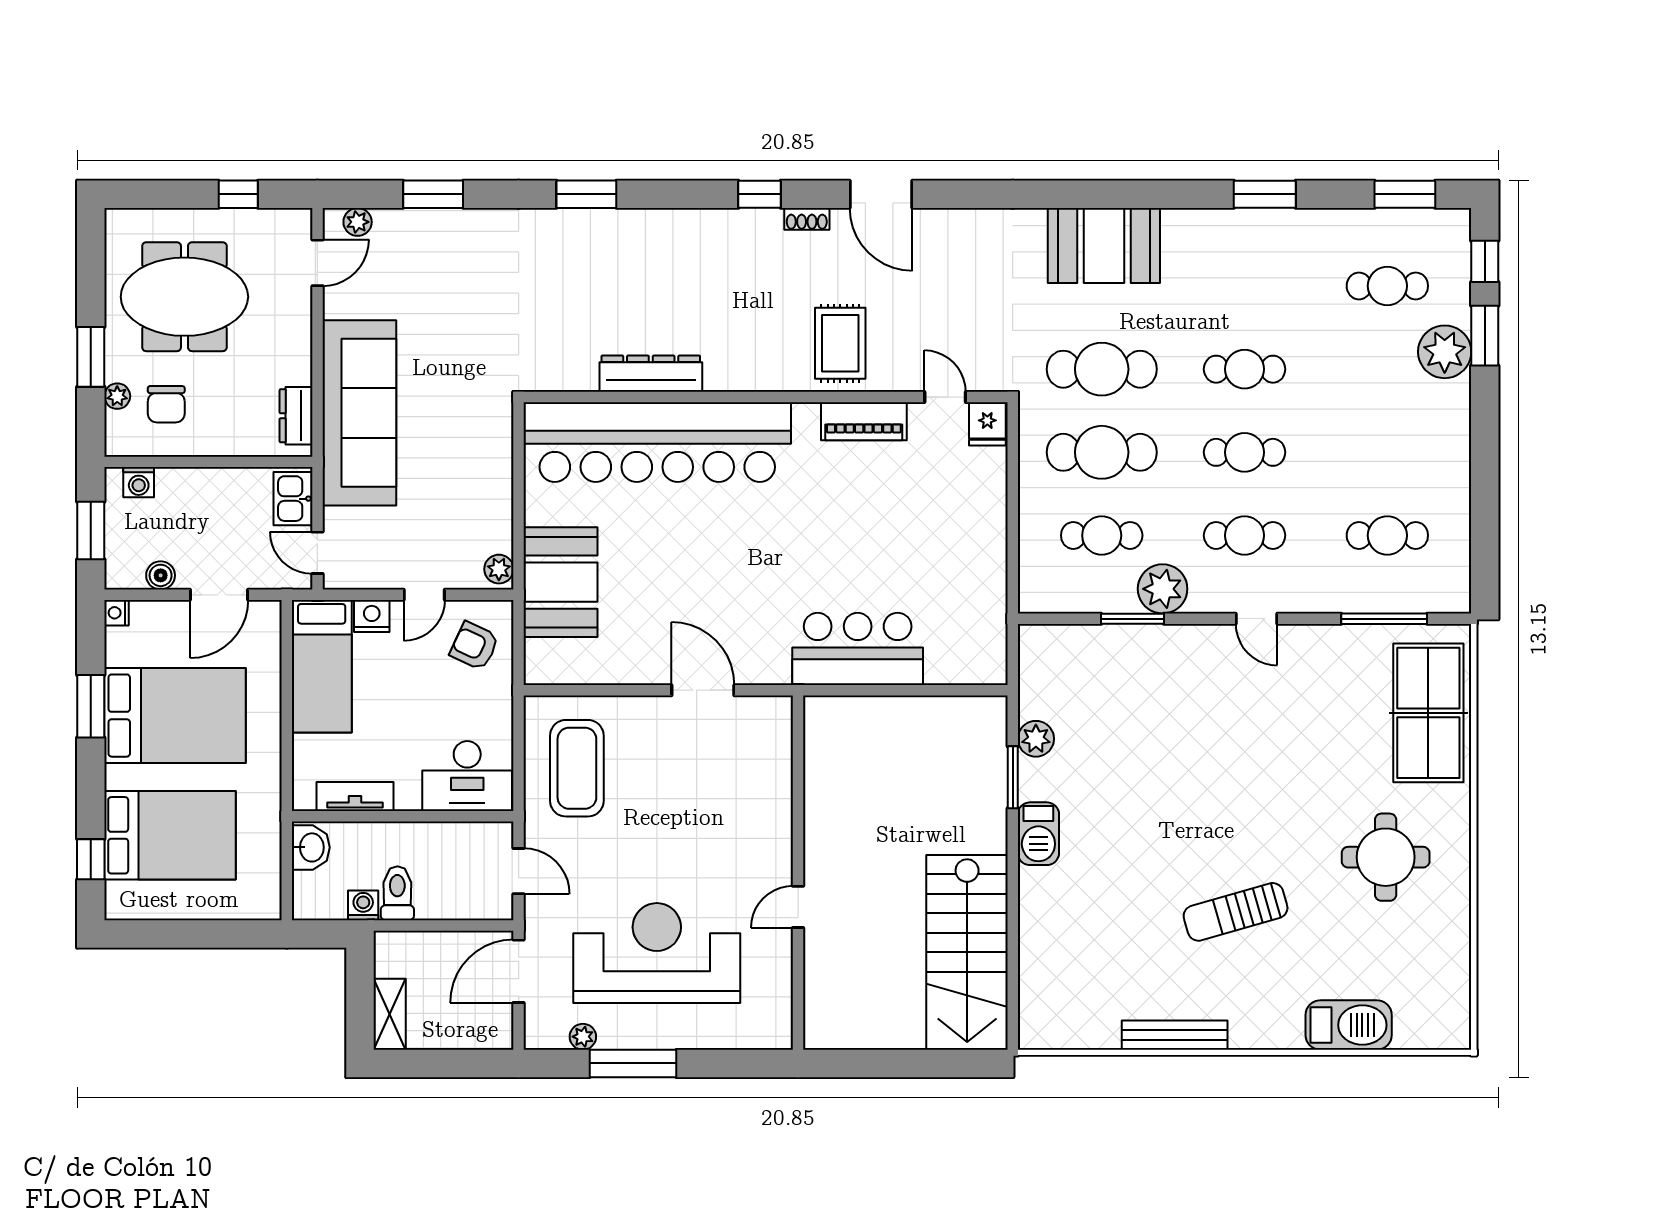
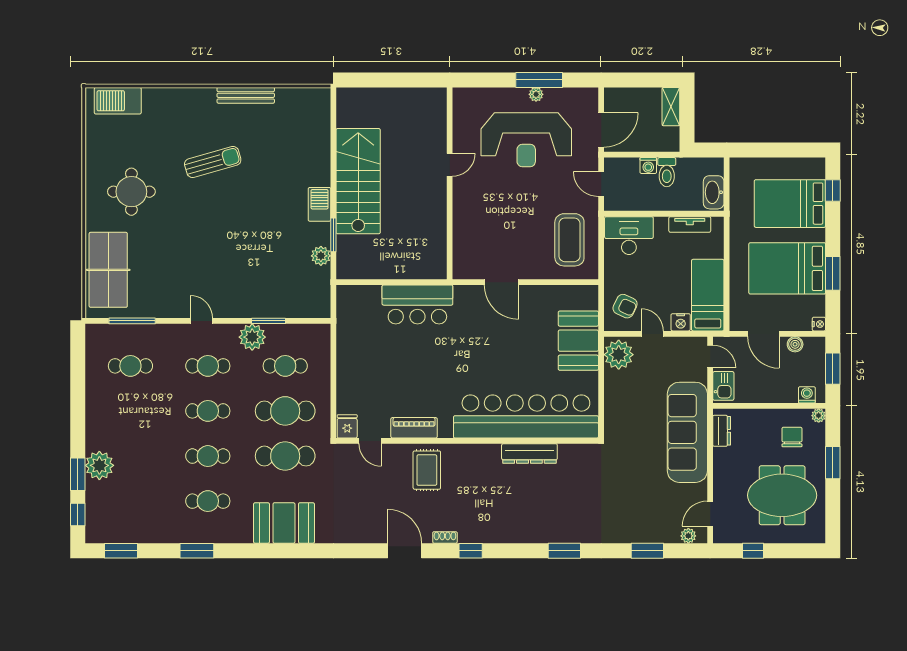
cafe table: (1387, 286) -> (208, 501), moved
plant: (117, 396) -> (819, 416), moved
plant: (499, 569) -> (619, 355), width x1.88, depth x1.88
door: (219, 595) -> (763, 334), swing flipped
door: (424, 595) -> (652, 334), hinge flipped
washbasin: (311, 847) -> (714, 192), width x1.38
washing machine: (363, 905) -> (648, 166), moved
stairs: (967, 952) -> (358, 181), moved
barbecue: (1349, 1025) -> (118, 101), moved
plant: (583, 1037) -> (536, 94), moved

